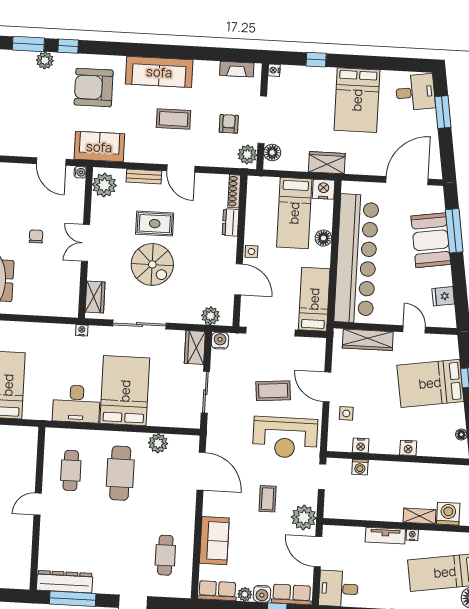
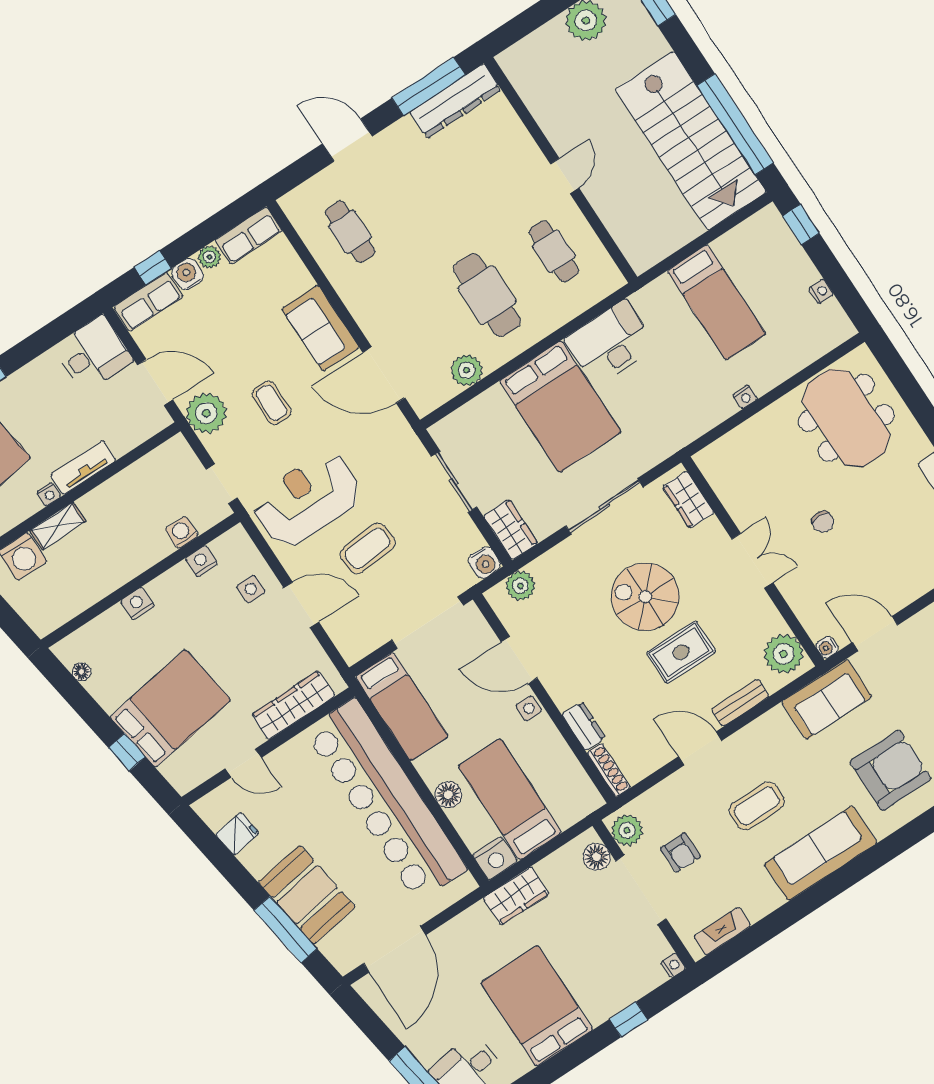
nightstand: (82, 330) -> (745, 397), moved
sofa: (214, 541) -> (320, 328), moved

